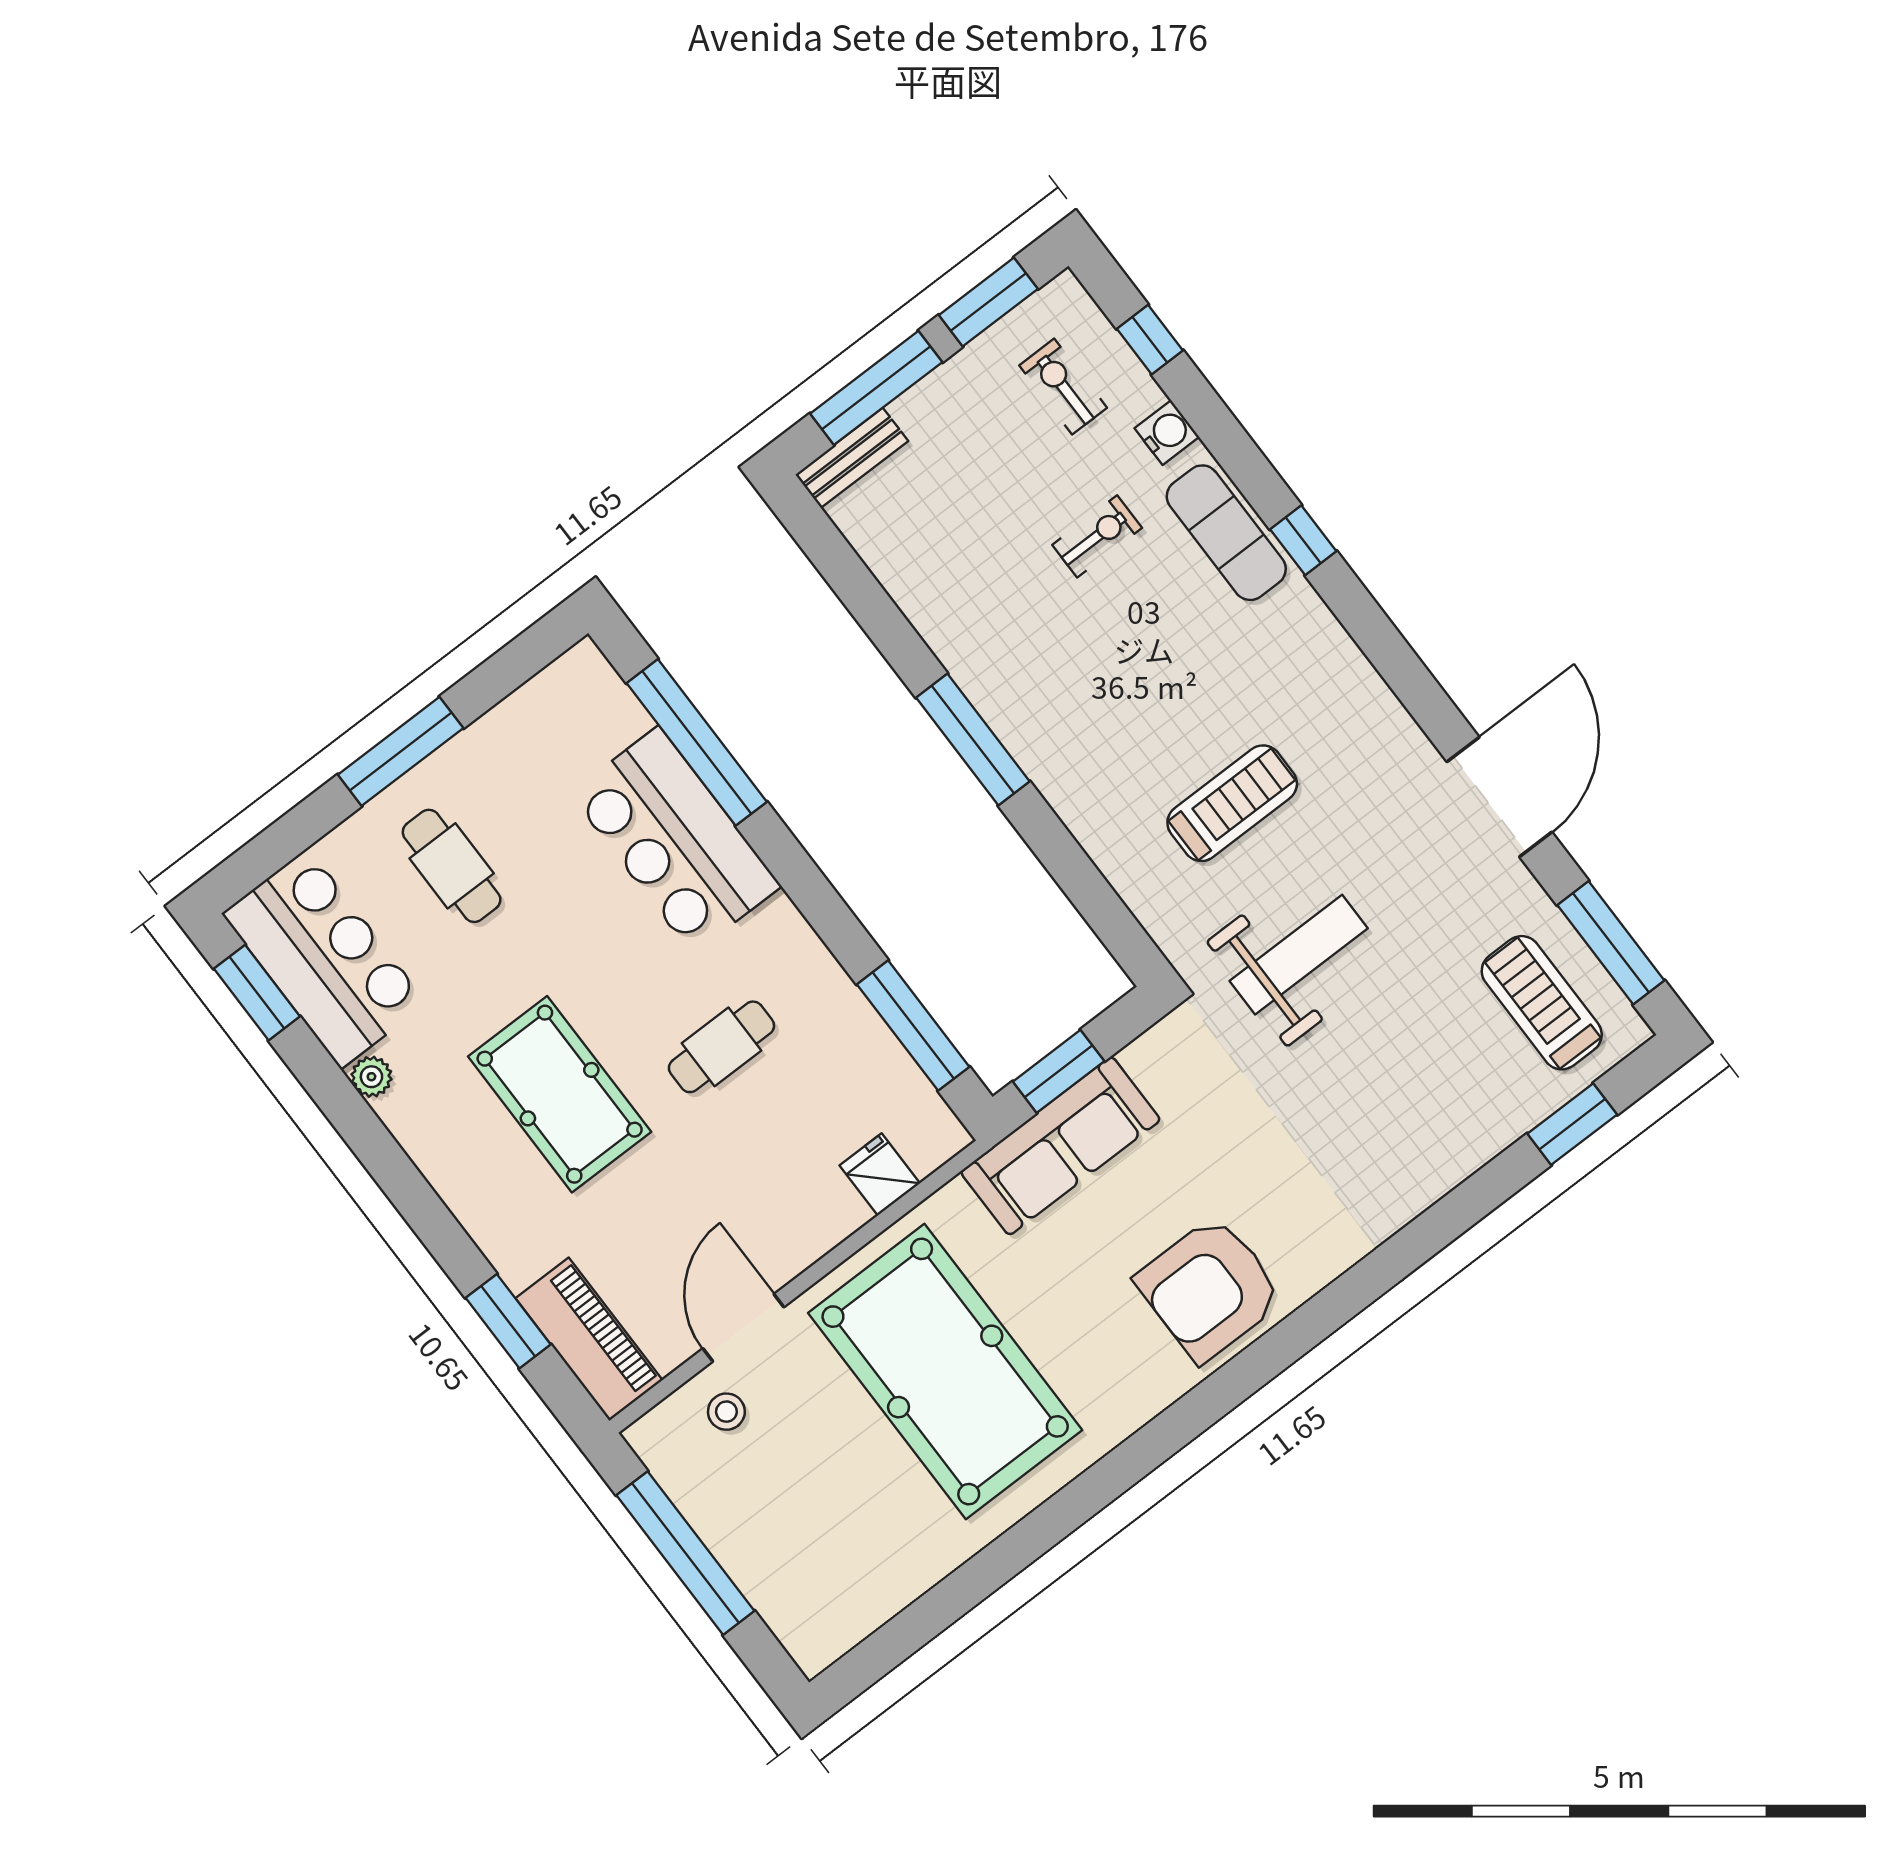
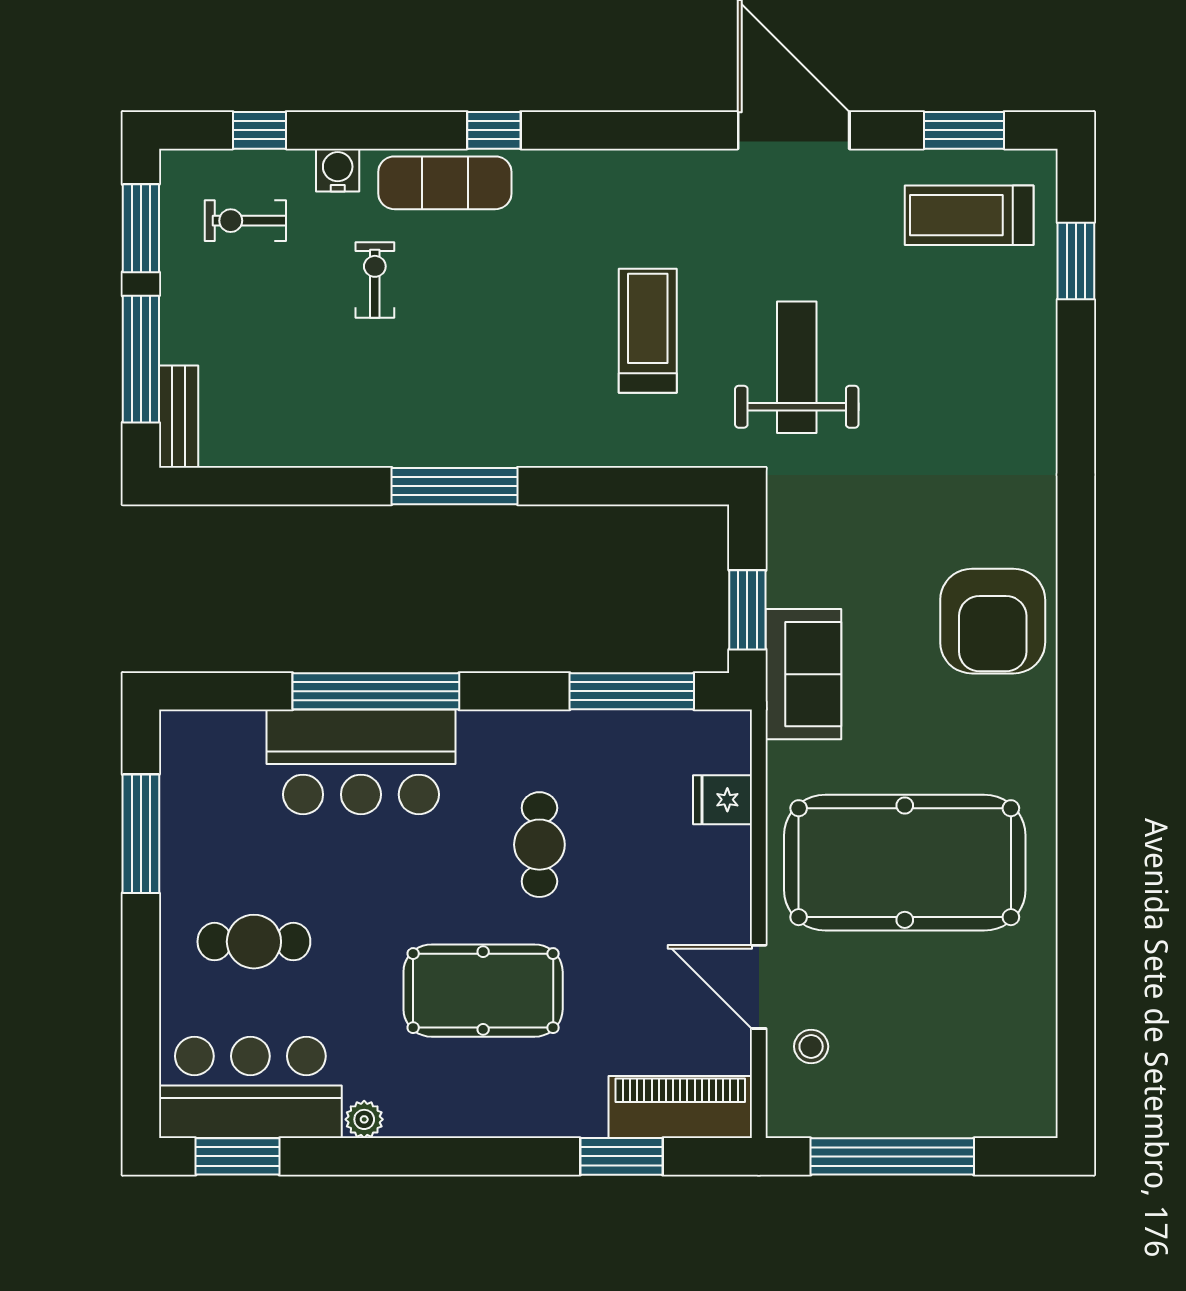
window: (697, 742) -> (376, 691), moved
window: (401, 751) -> (141, 834), moved
window: (1611, 943) -> (964, 130), width x0.69
sofa: (1060, 1146) -> (803, 674), width x0.73

